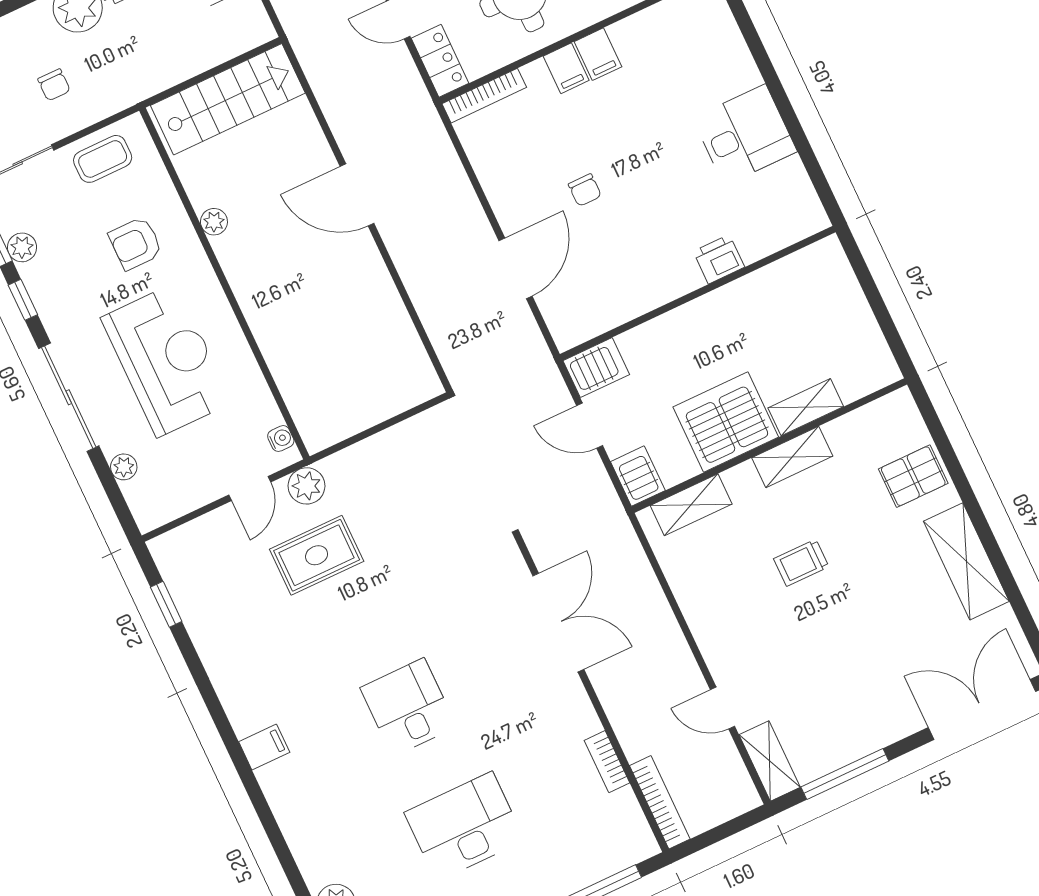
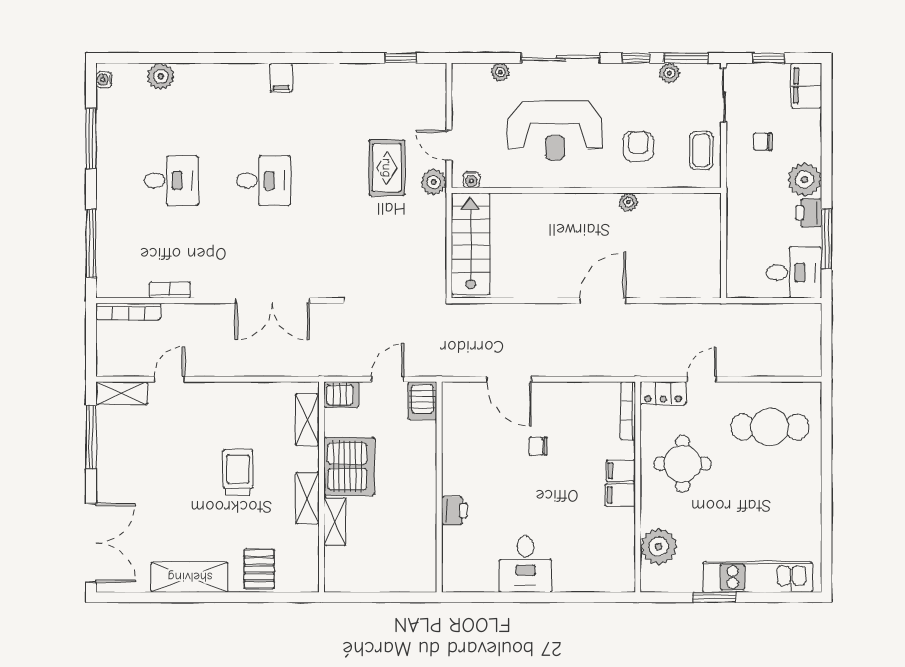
stairs: (228, 99) -> (471, 244), moved, turned 180
trolley: (801, 563) -> (238, 472), width x1.36, depth x1.39
desk: (464, 826) -> (171, 181), width x0.73

